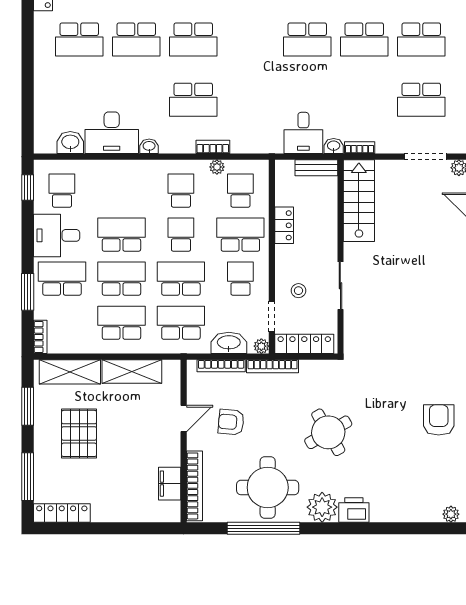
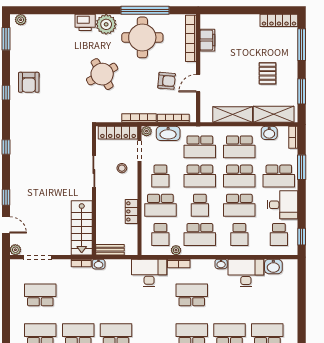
desk: (303, 133) -> (149, 273), moved, width x1.37
school desk: (121, 191) -> (239, 234), added
school desk: (181, 191) -> (200, 234), width x1.85
washbasin: (77, 344) -> (269, 133), added
pallet: (79, 433) -> (268, 73), width x0.67, depth x0.71

